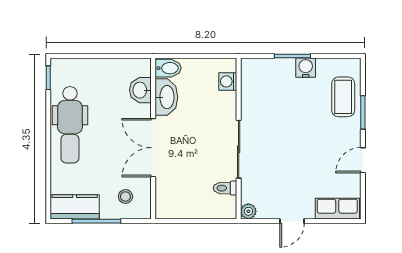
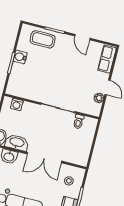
plant: (248, 211) -> (99, 98), moved

